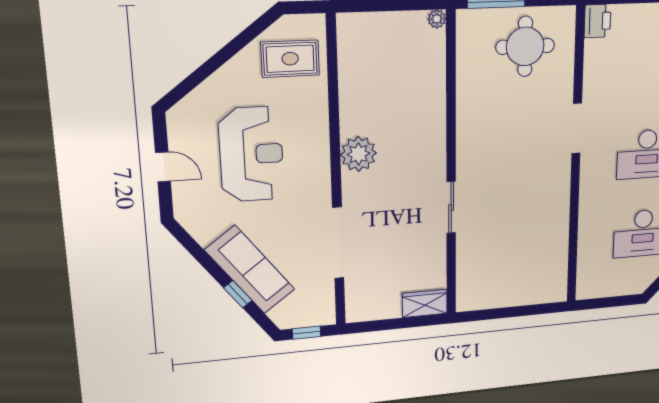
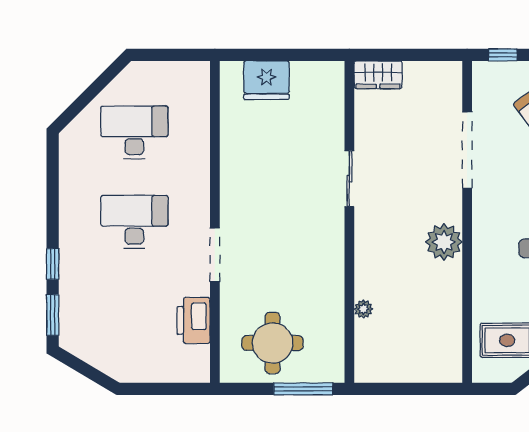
plant: (437, 19) -> (363, 309), moved
printer: (597, 21) -> (193, 320), moved, width x1.37, depth x1.19
fridge: (526, 289) -> (267, 80), added

